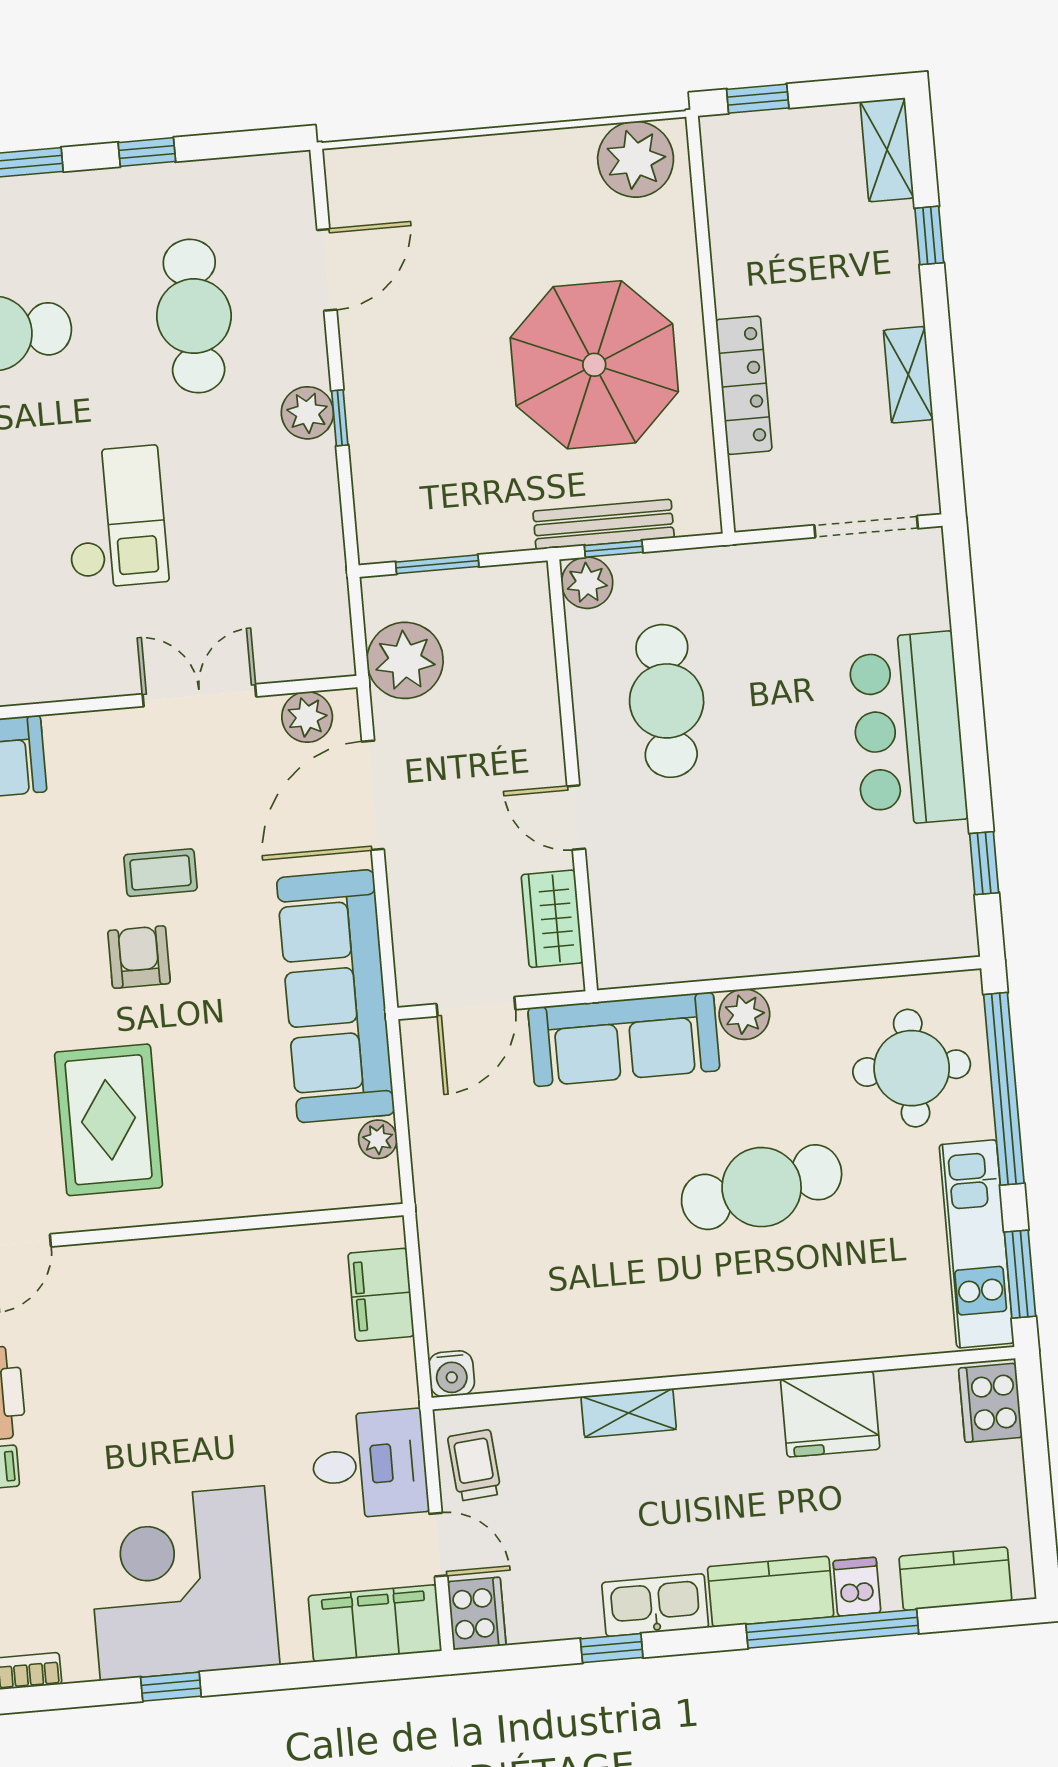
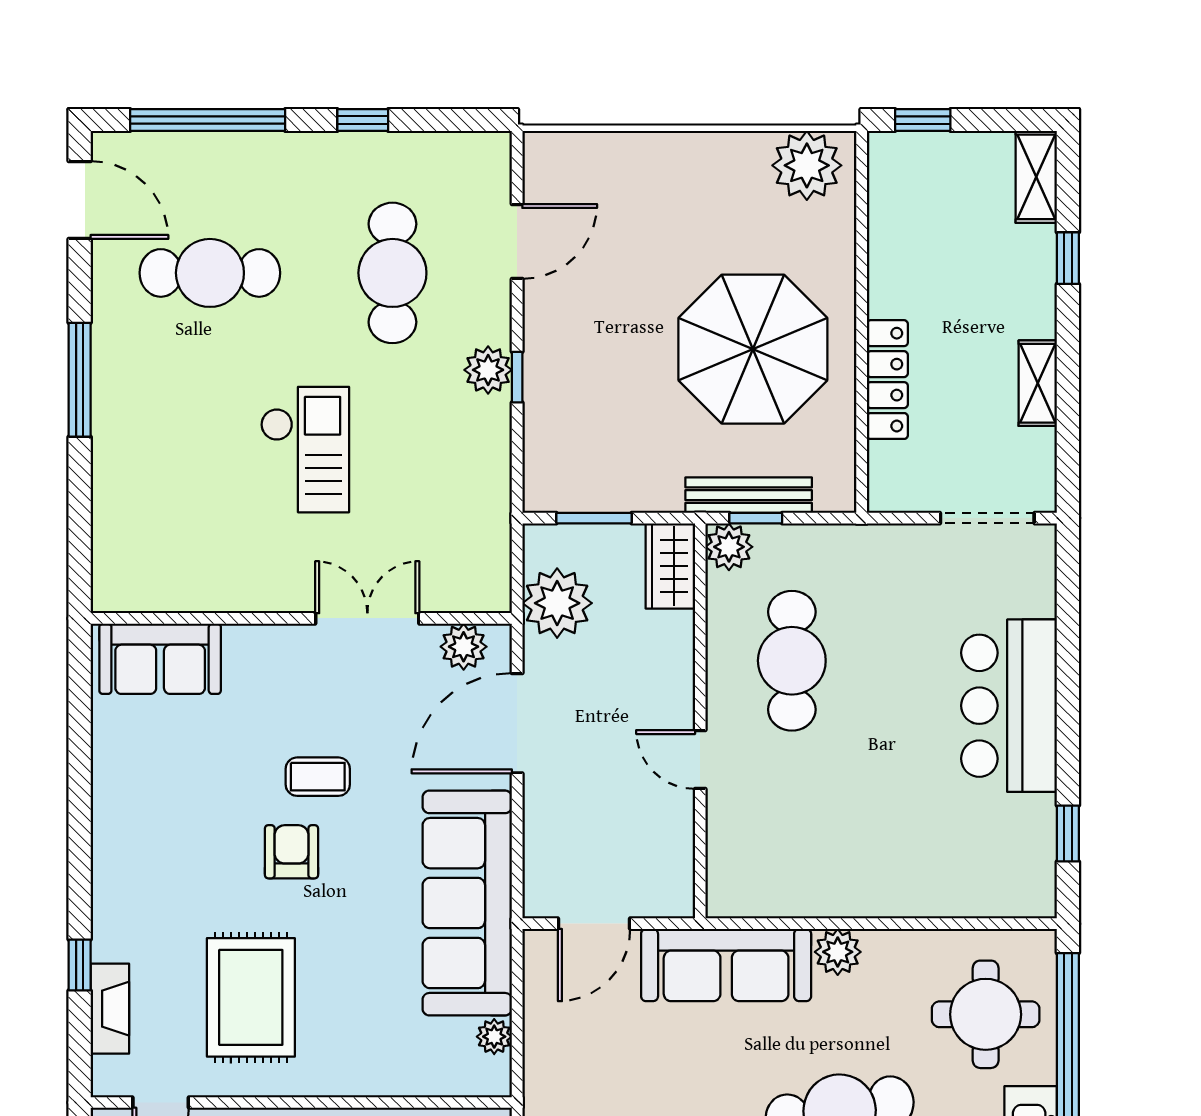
wardrobe: (552, 919) -> (670, 566), moved

